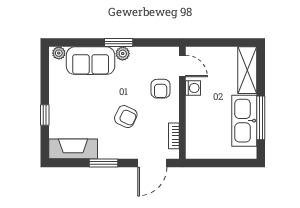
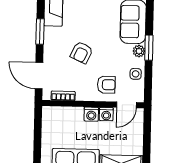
side table: (148, 57) -> (136, 74), added
armchair: (161, 89) -> (106, 85), turned 180
washing machine: (193, 104) -> (91, 114), added

